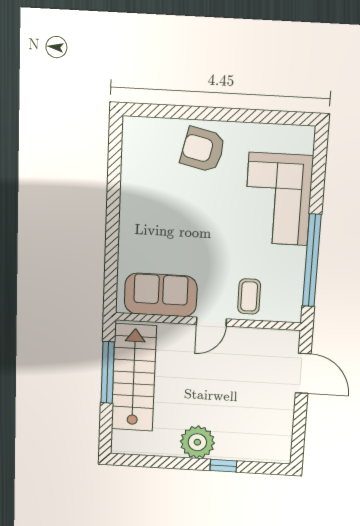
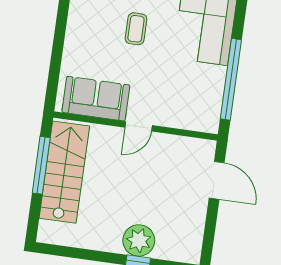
coffee table: (249, 296) -> (136, 29), moved
plant: (197, 442) -> (139, 240), moved

